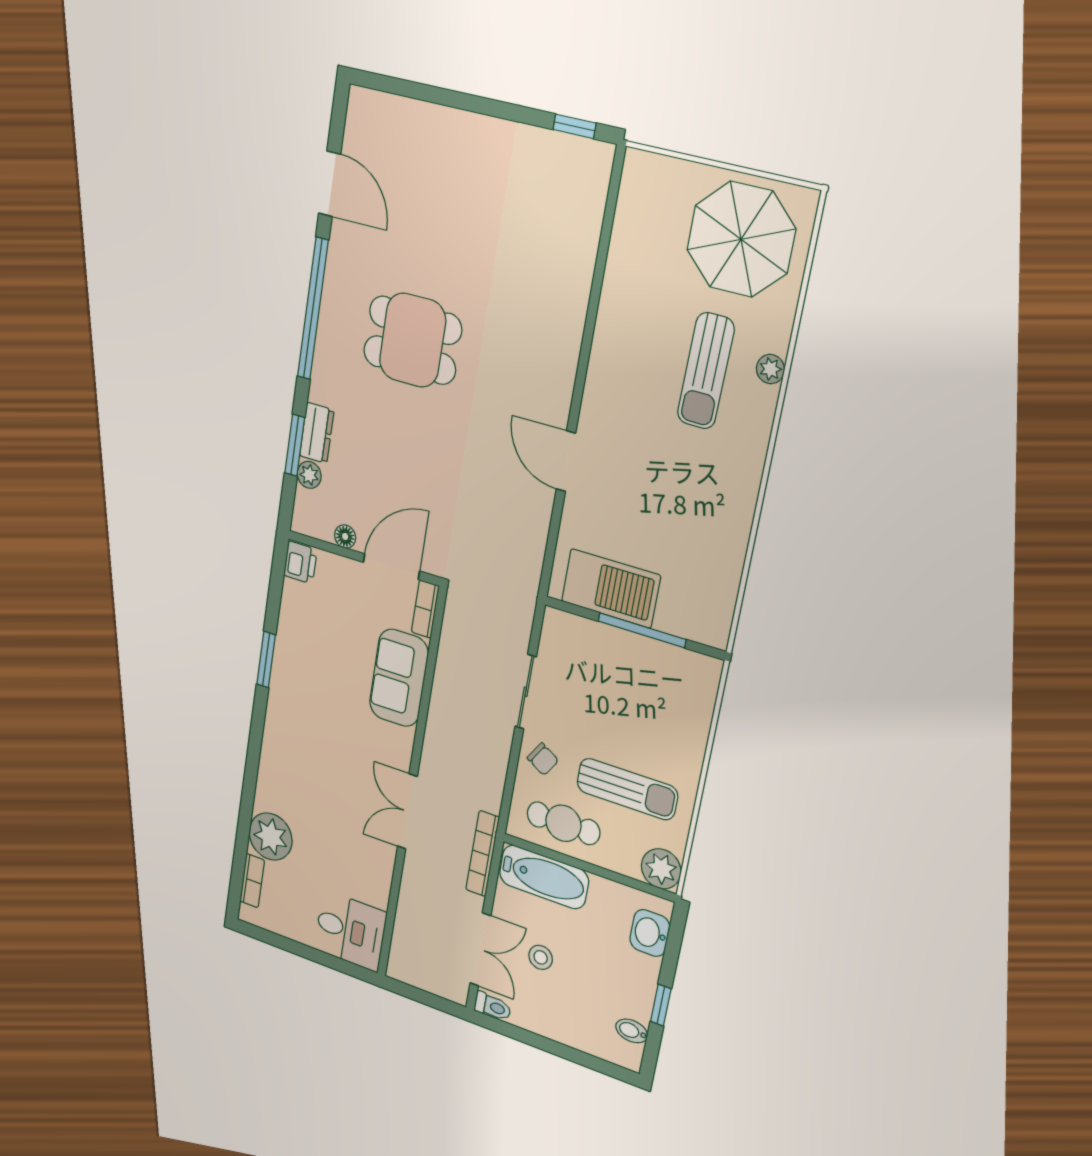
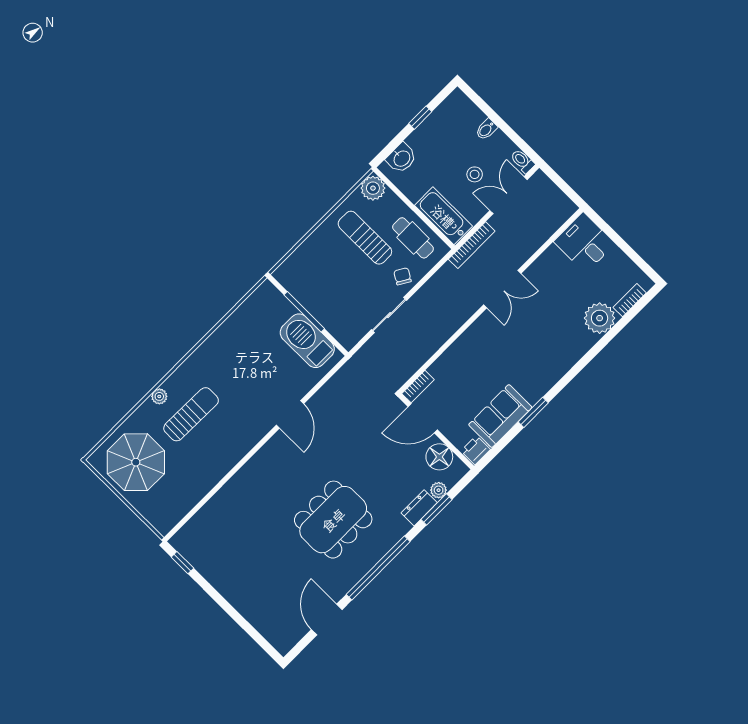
dining table: (412, 340) -> (333, 520), width x1.38
floor lamp: (345, 536) -> (439, 457), width x1.89, depth x1.89
sofa: (399, 678) -> (500, 416), moved, turned 180
bidet: (632, 1031) -> (486, 129), moved, turned 90

